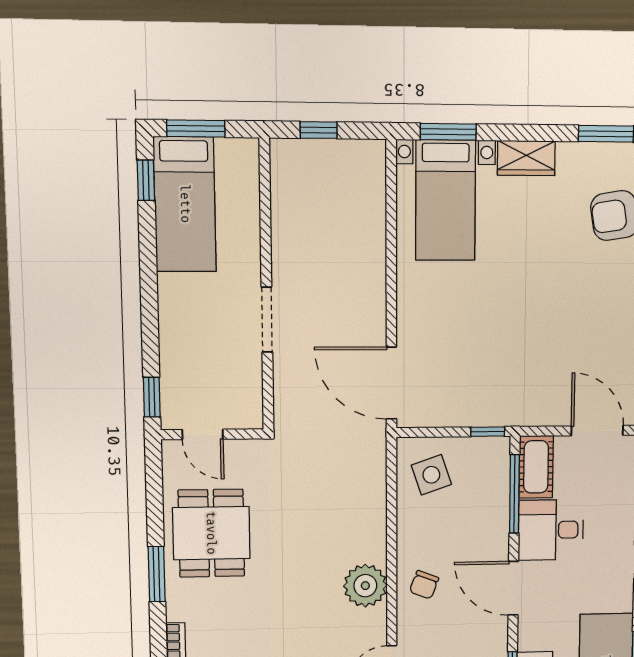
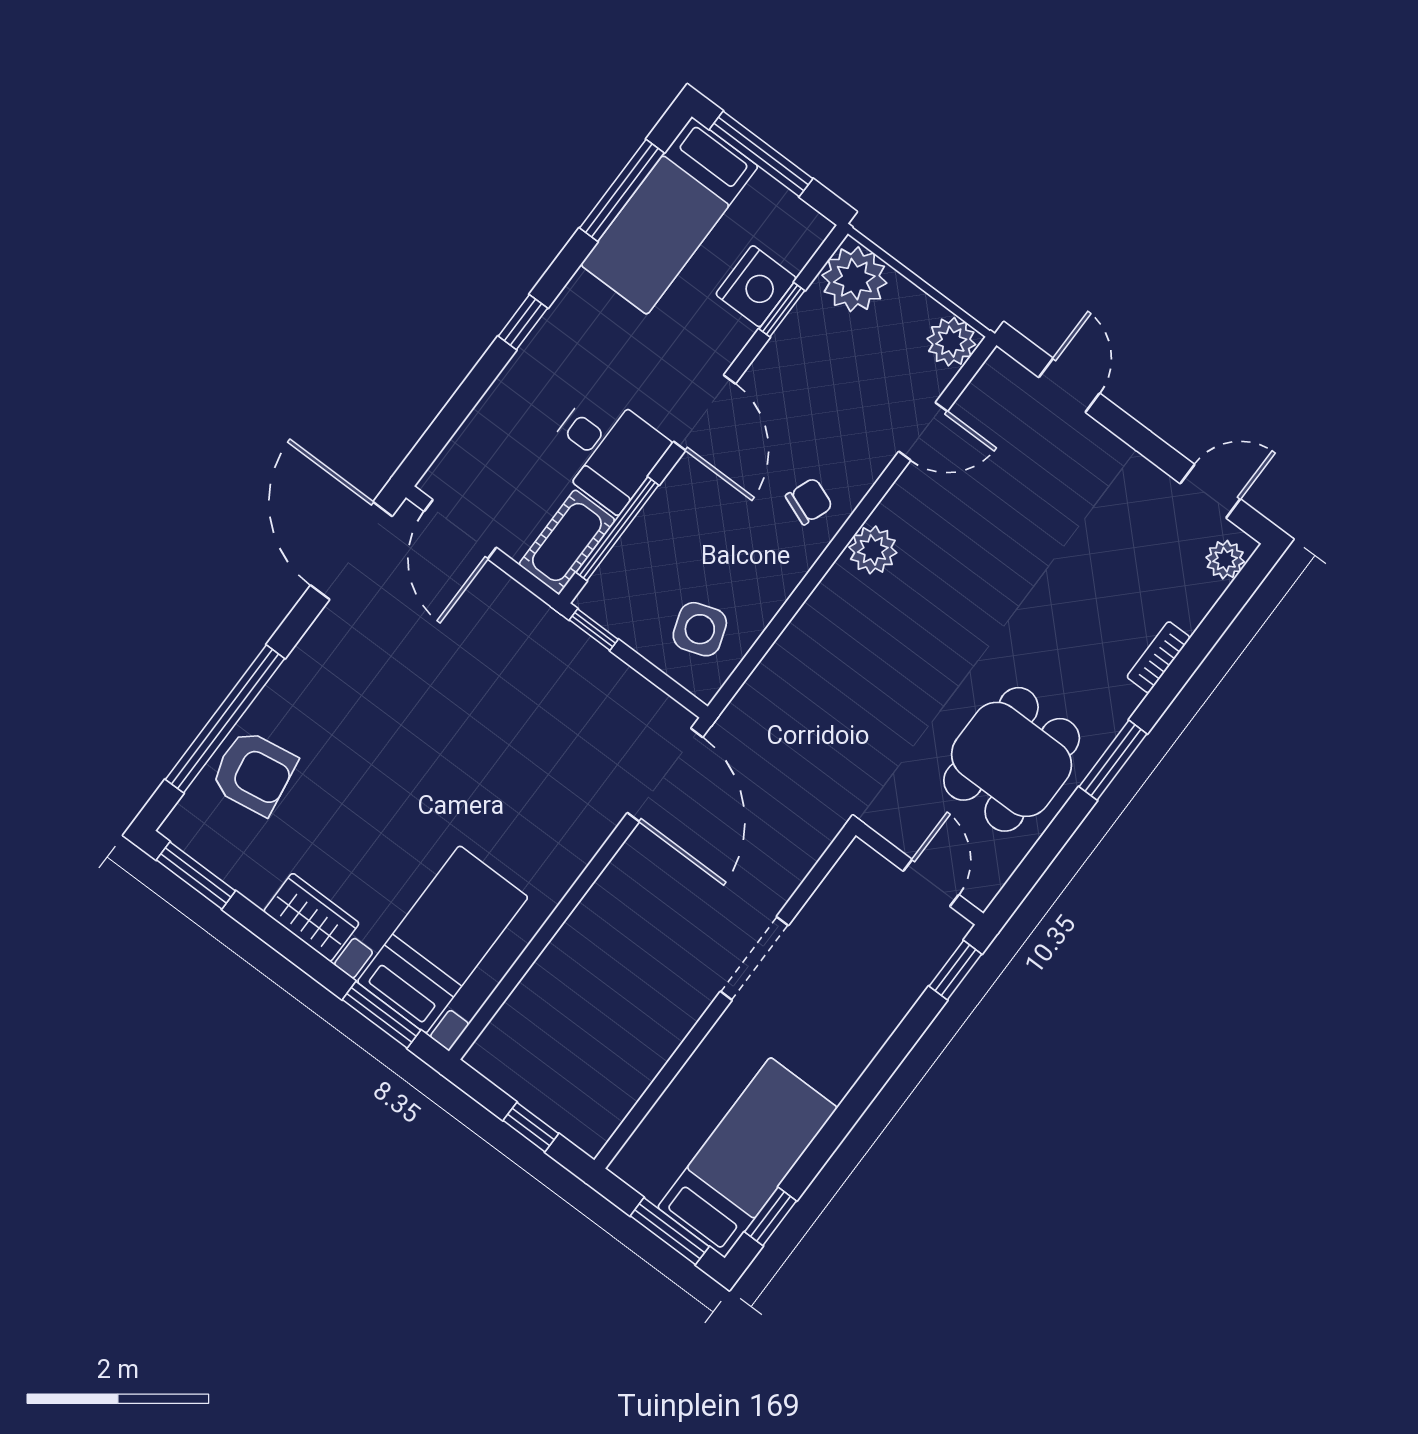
plant: (365, 586) -> (873, 550), width x0.73, depth x0.73

